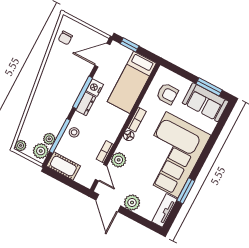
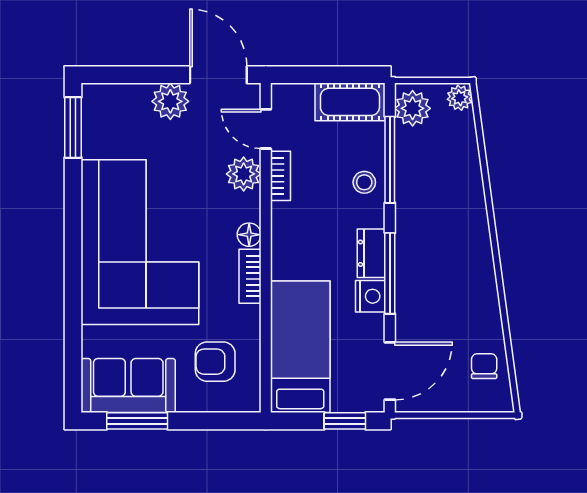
plant: (49, 139) -> (408, 142), removed
window: (186, 191) -> (73, 127), moved
tv unit: (164, 210) -> (95, 120), removed

